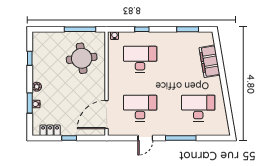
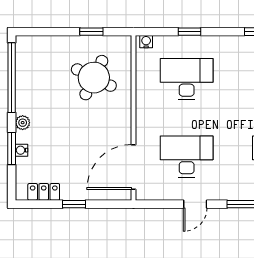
window: (80, 29) -> (91, 32), width x0.46
window: (30, 58) -> (12, 78), width x3.17
round table: (82, 58) -> (94, 78), turned 33

